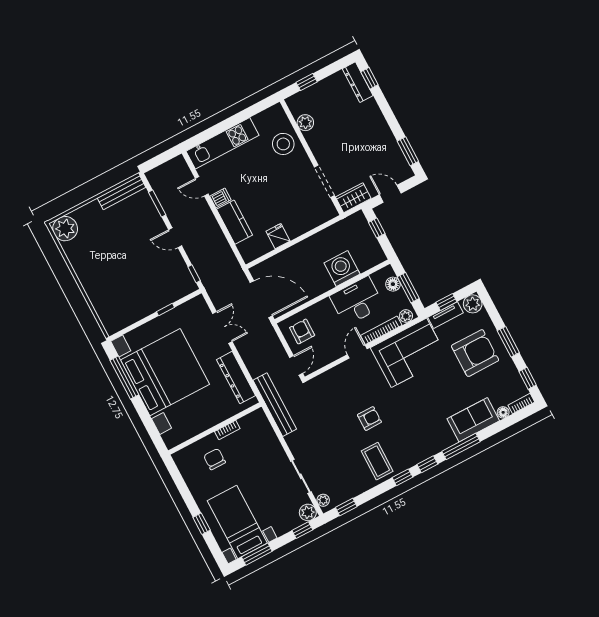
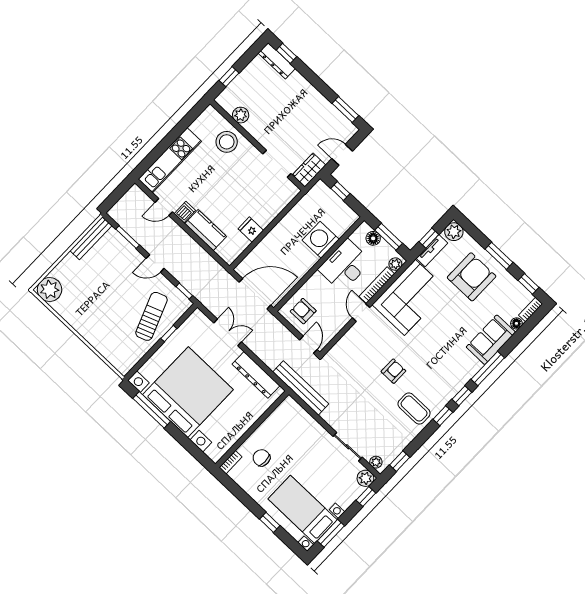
sun lounger: (154, 287) -> (152, 316), added
bookcase: (227, 430) -> (231, 462), moved

